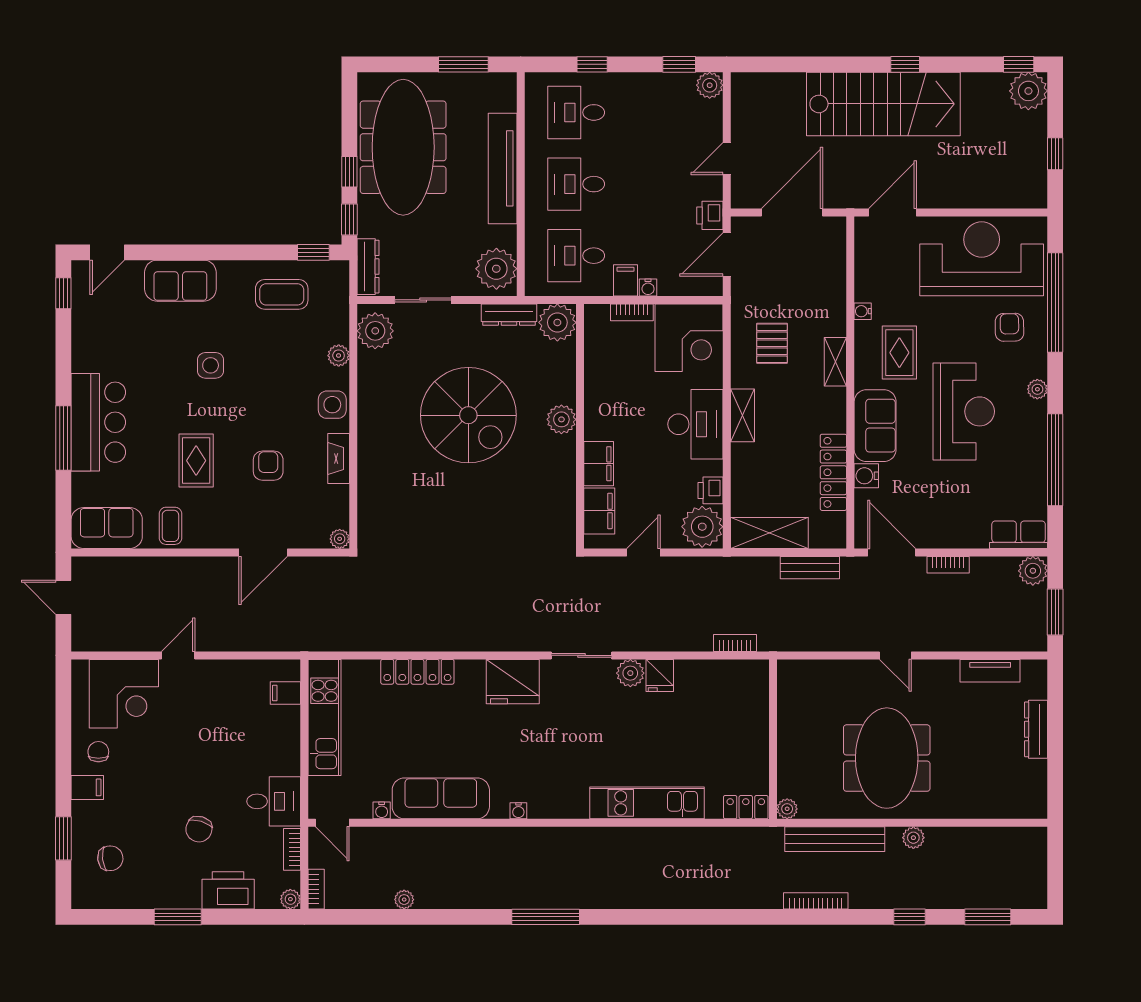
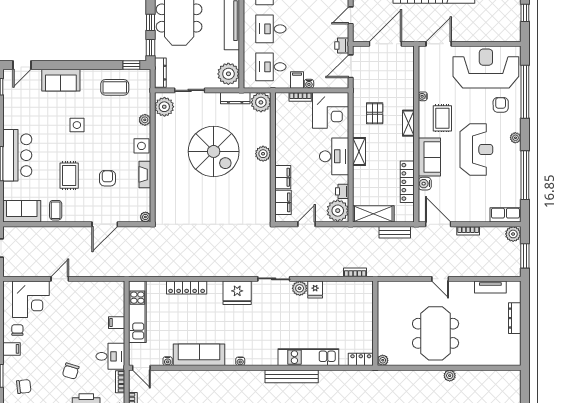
filing cabinet: (285, 693) -> (117, 323), moved
bench: (835, 839) -> (292, 376), moved

